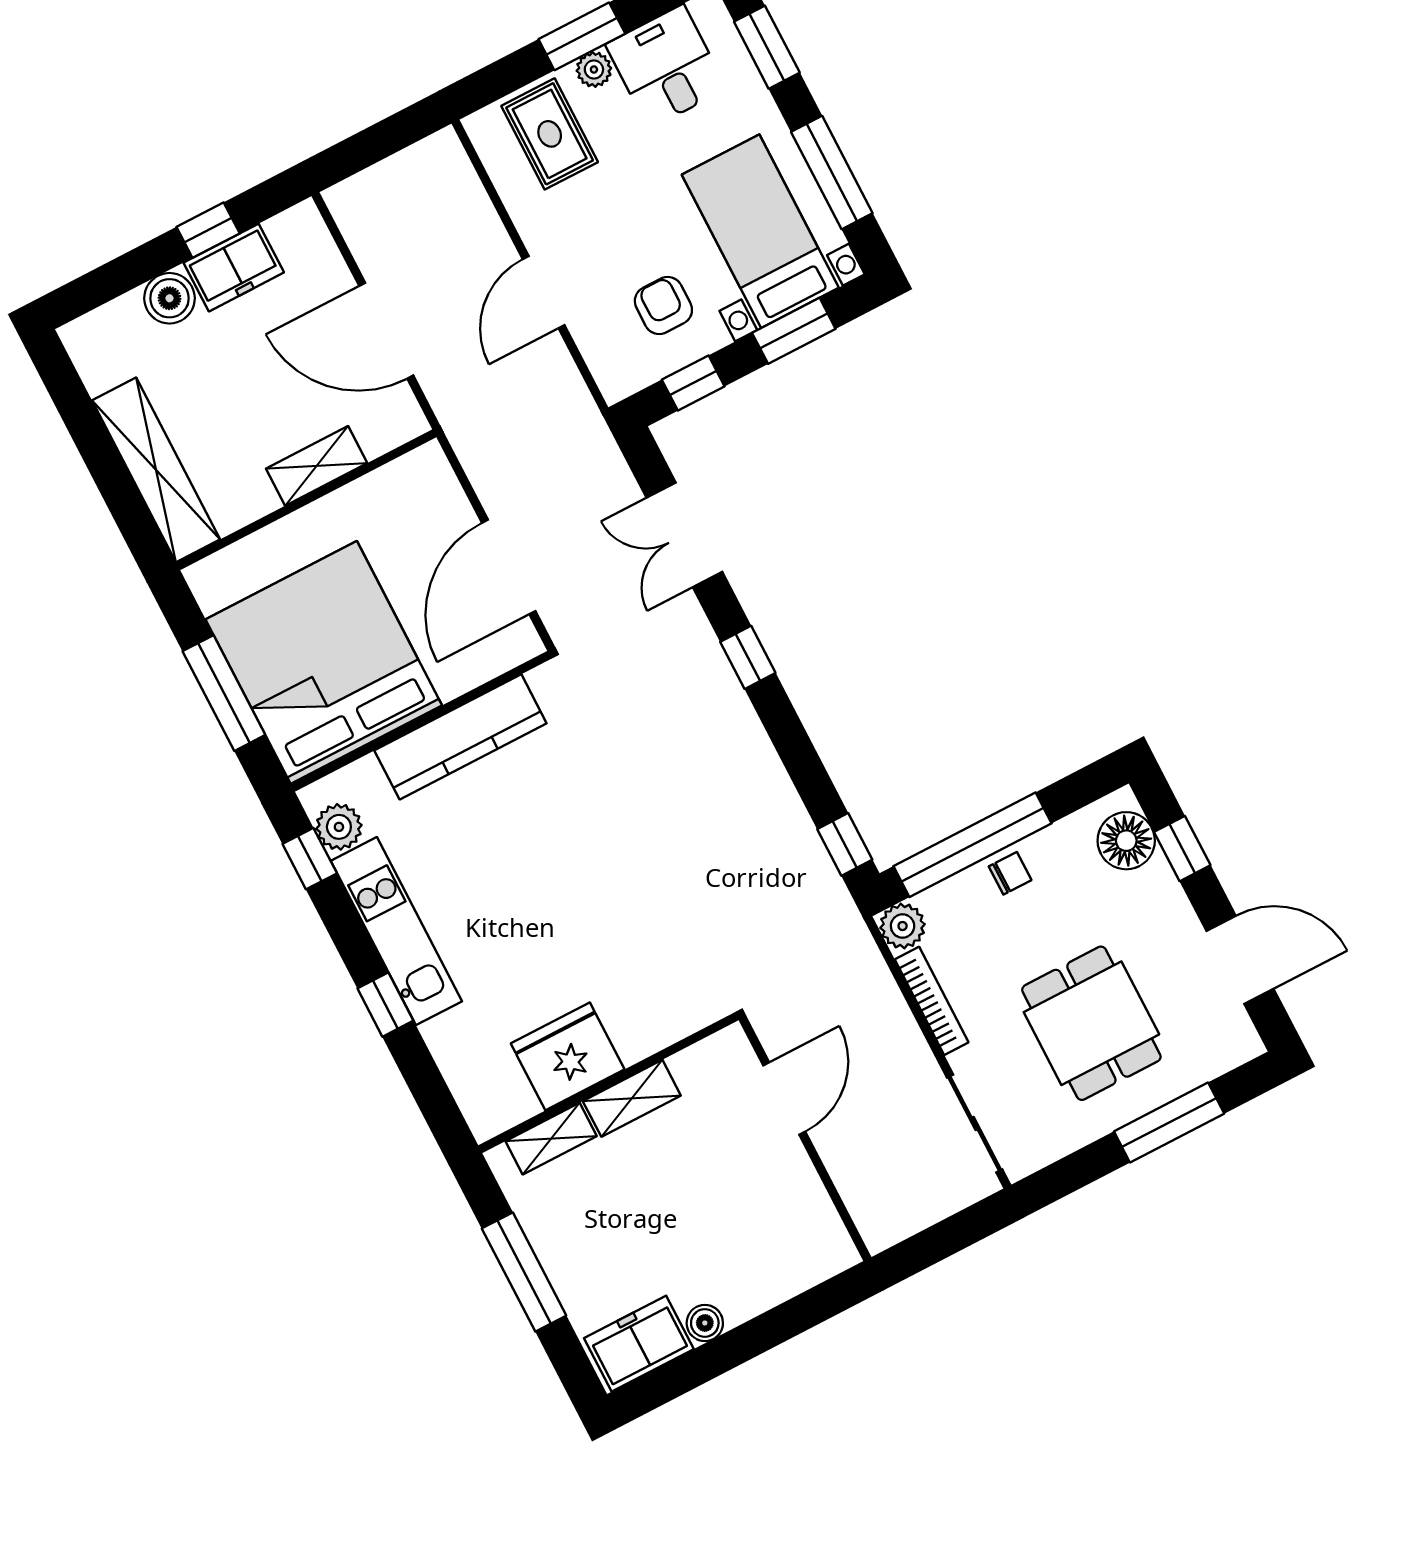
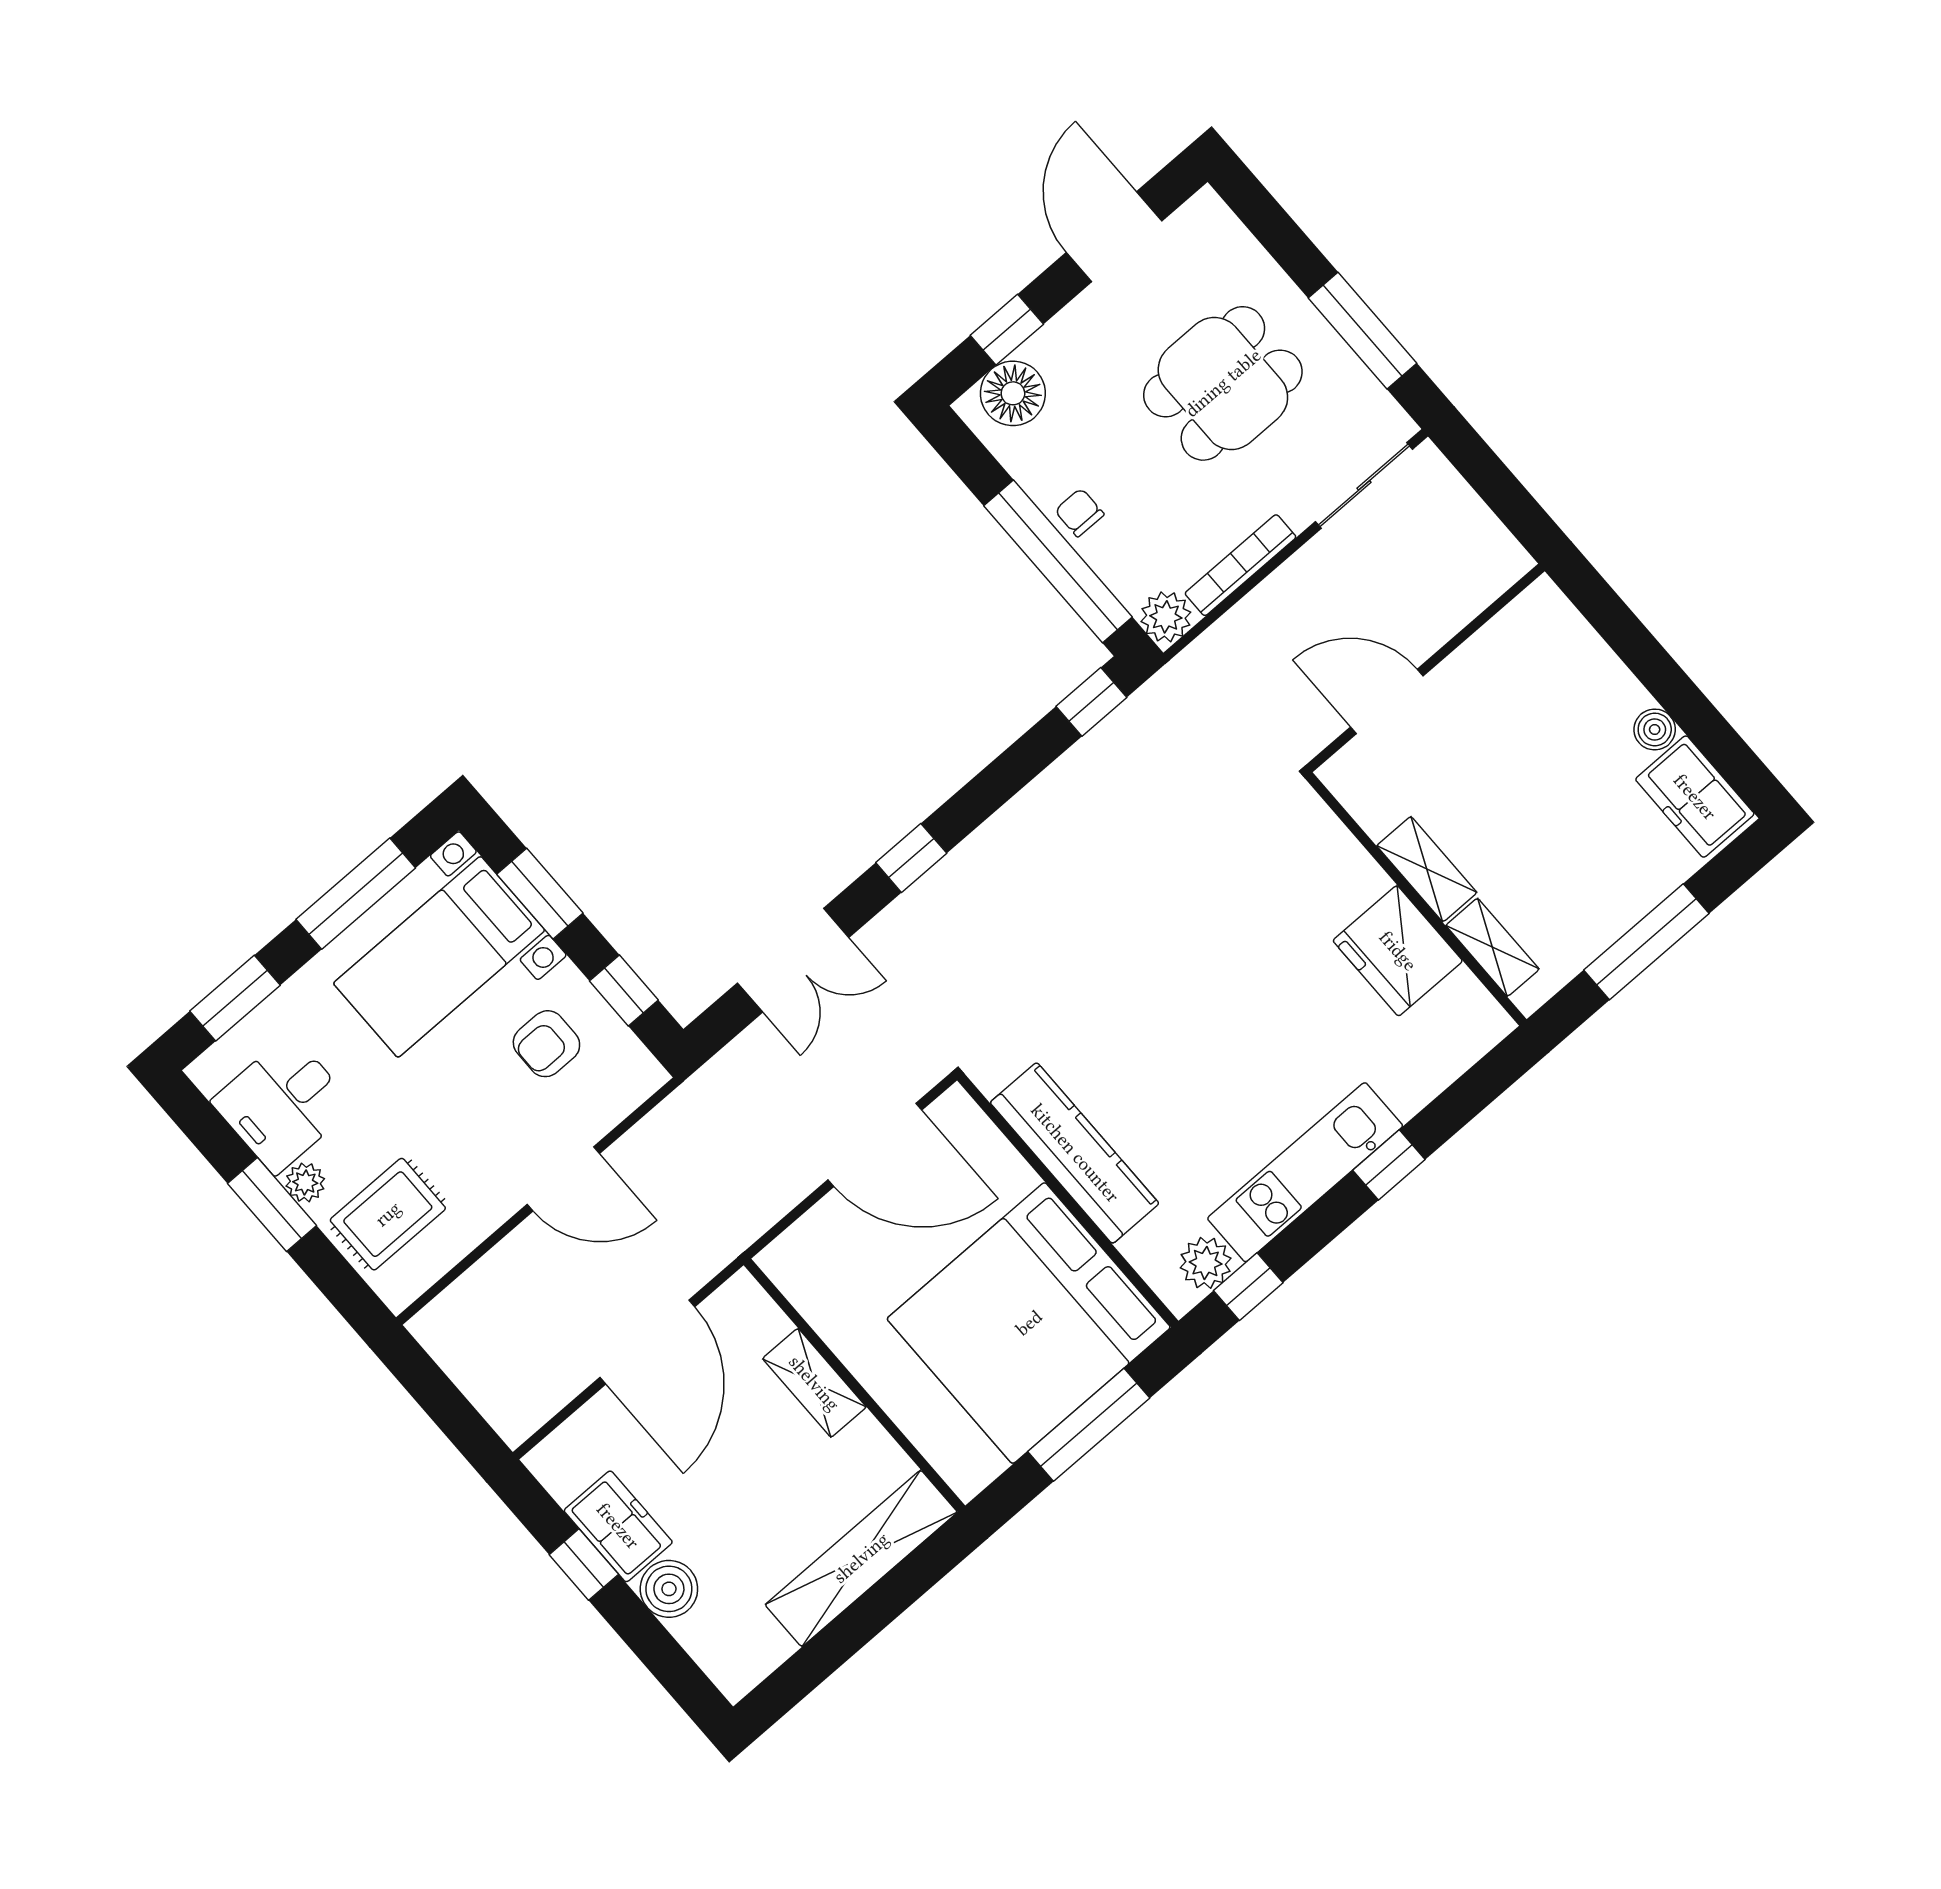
window: (1169, 1123) -> (1363, 331), moved

